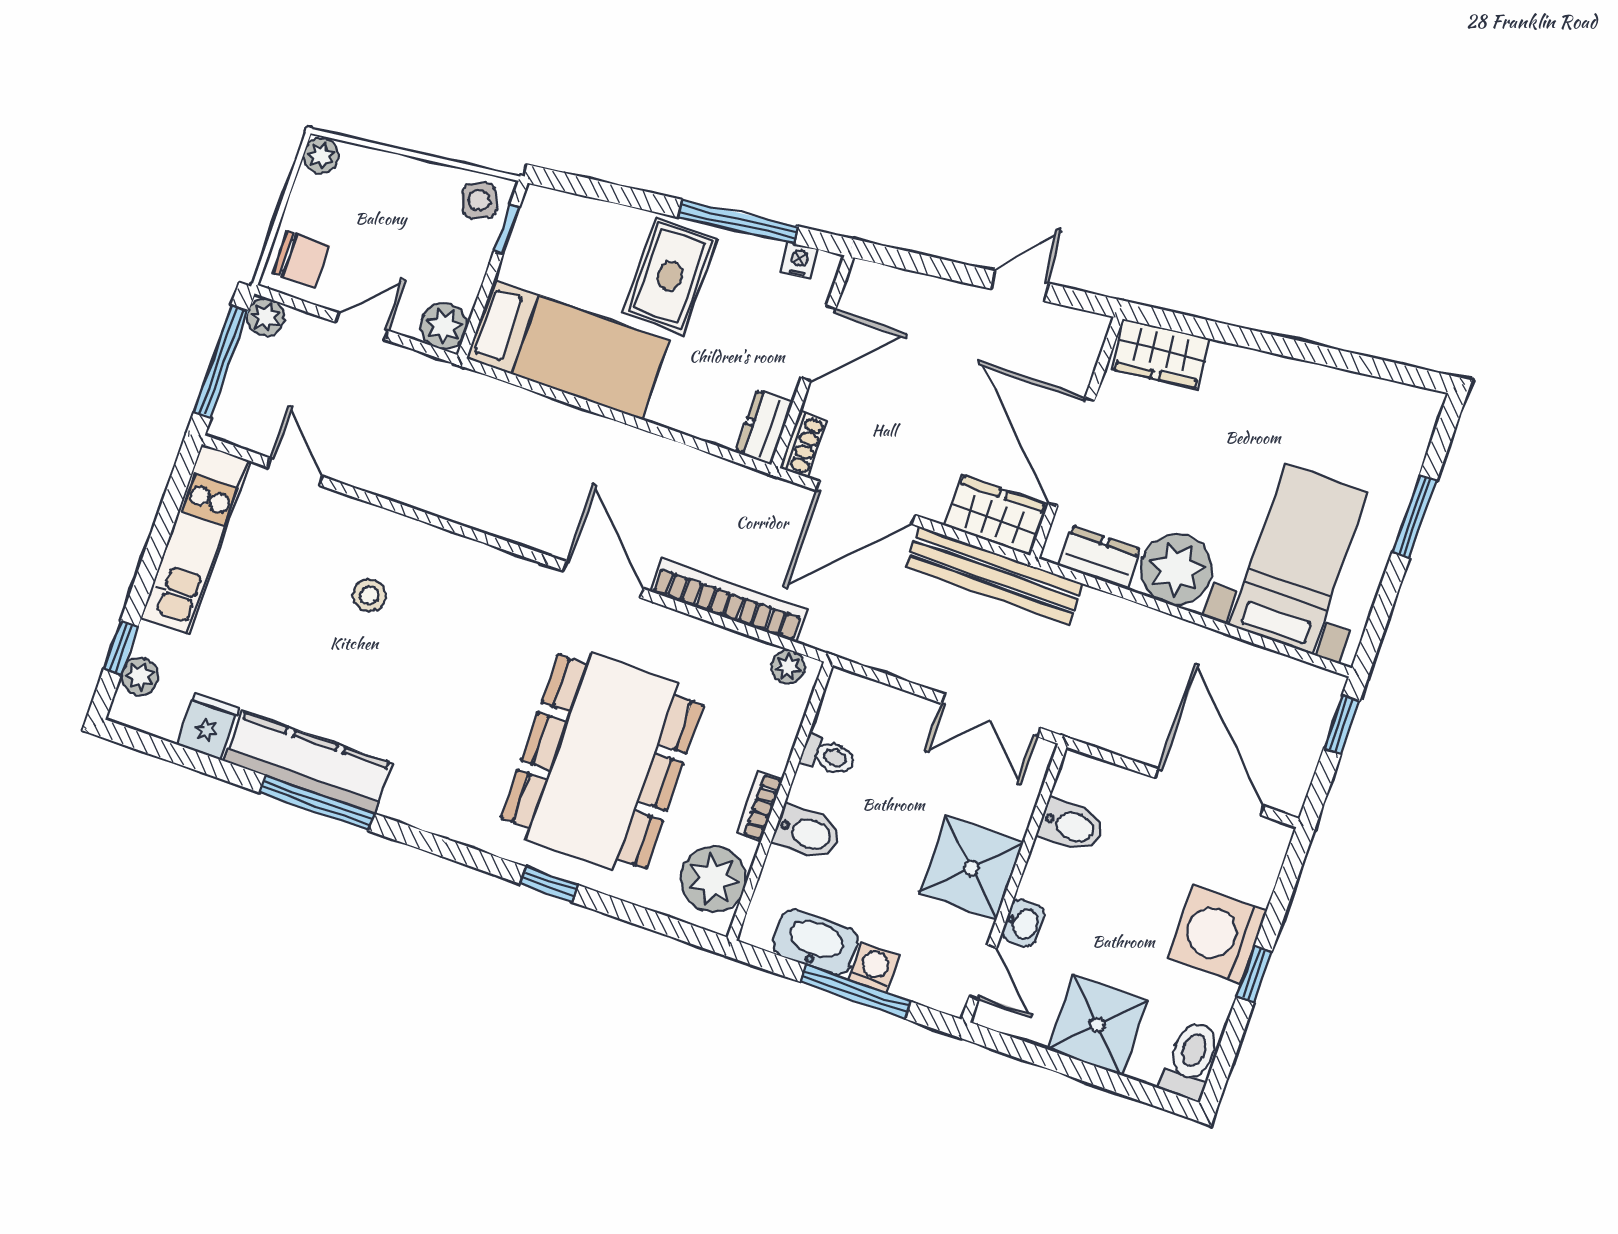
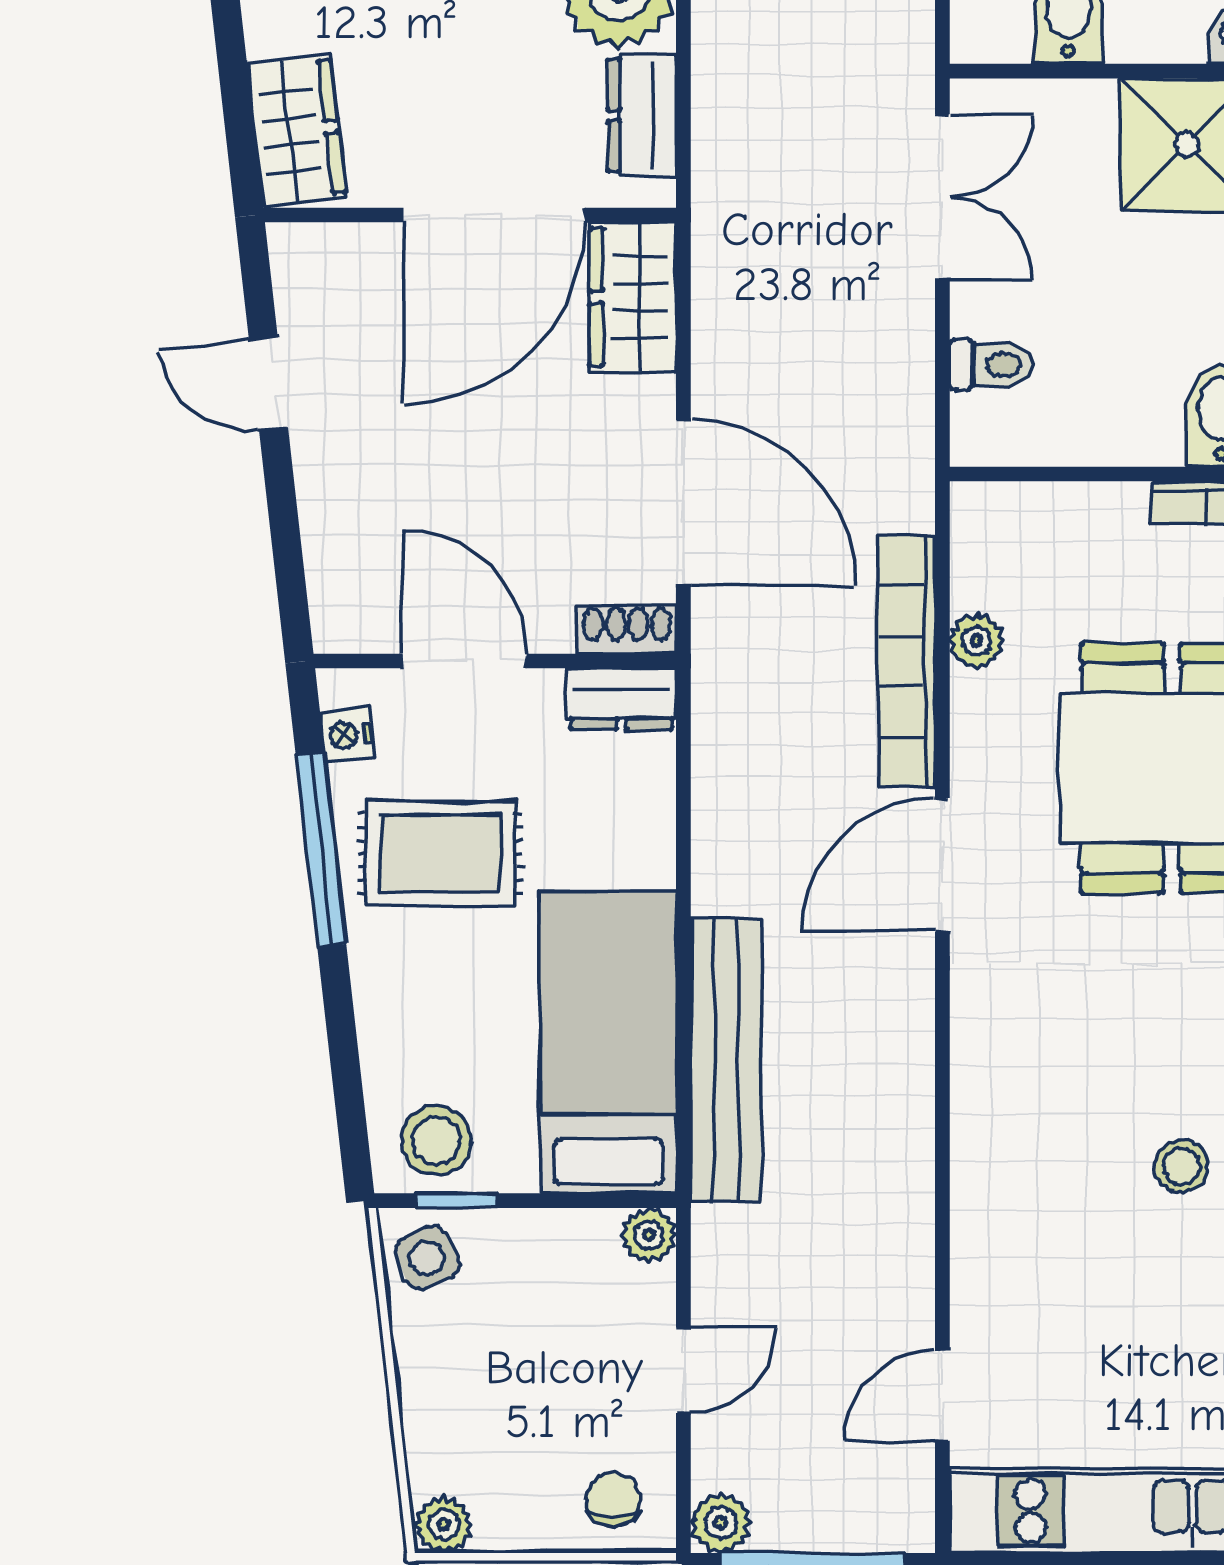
stool: (546, 230) -> (436, 1140), added
chair: (301, 259) -> (613, 1500), width x0.73, depth x0.73
rug: (670, 276) -> (440, 853), moved
door: (362, 326) -> (683, 1370), swing flipped
plant: (444, 326) -> (649, 1235), width x0.73, depth x0.73
bench: (994, 576) -> (726, 1061), moved
stool: (369, 595) -> (1181, 1166), moved
plant: (788, 667) -> (977, 641), moved
toilet: (828, 756) -> (991, 365), moved, turned 90

